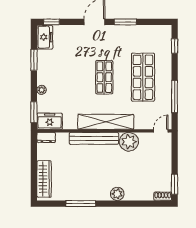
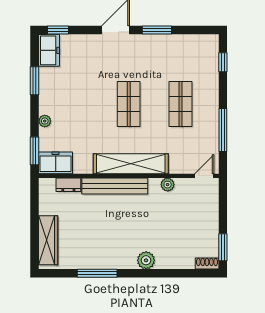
shop shelf: (143, 77) -> (181, 104), width x0.70, depth x0.74
dresser: (46, 137) -> (68, 185), moved
plant: (129, 142) -> (168, 185), width x0.53, depth x0.53

